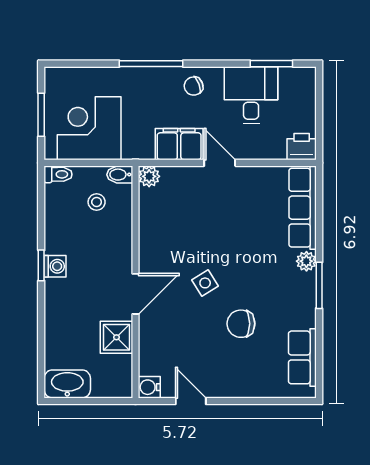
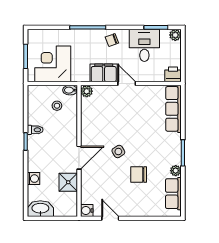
plant: (306, 77) -> (175, 35), added
toilet: (58, 174) -> (35, 130), moved
plant: (306, 261) -> (176, 171), moved
washing machine: (55, 266) -> (33, 179), moved

